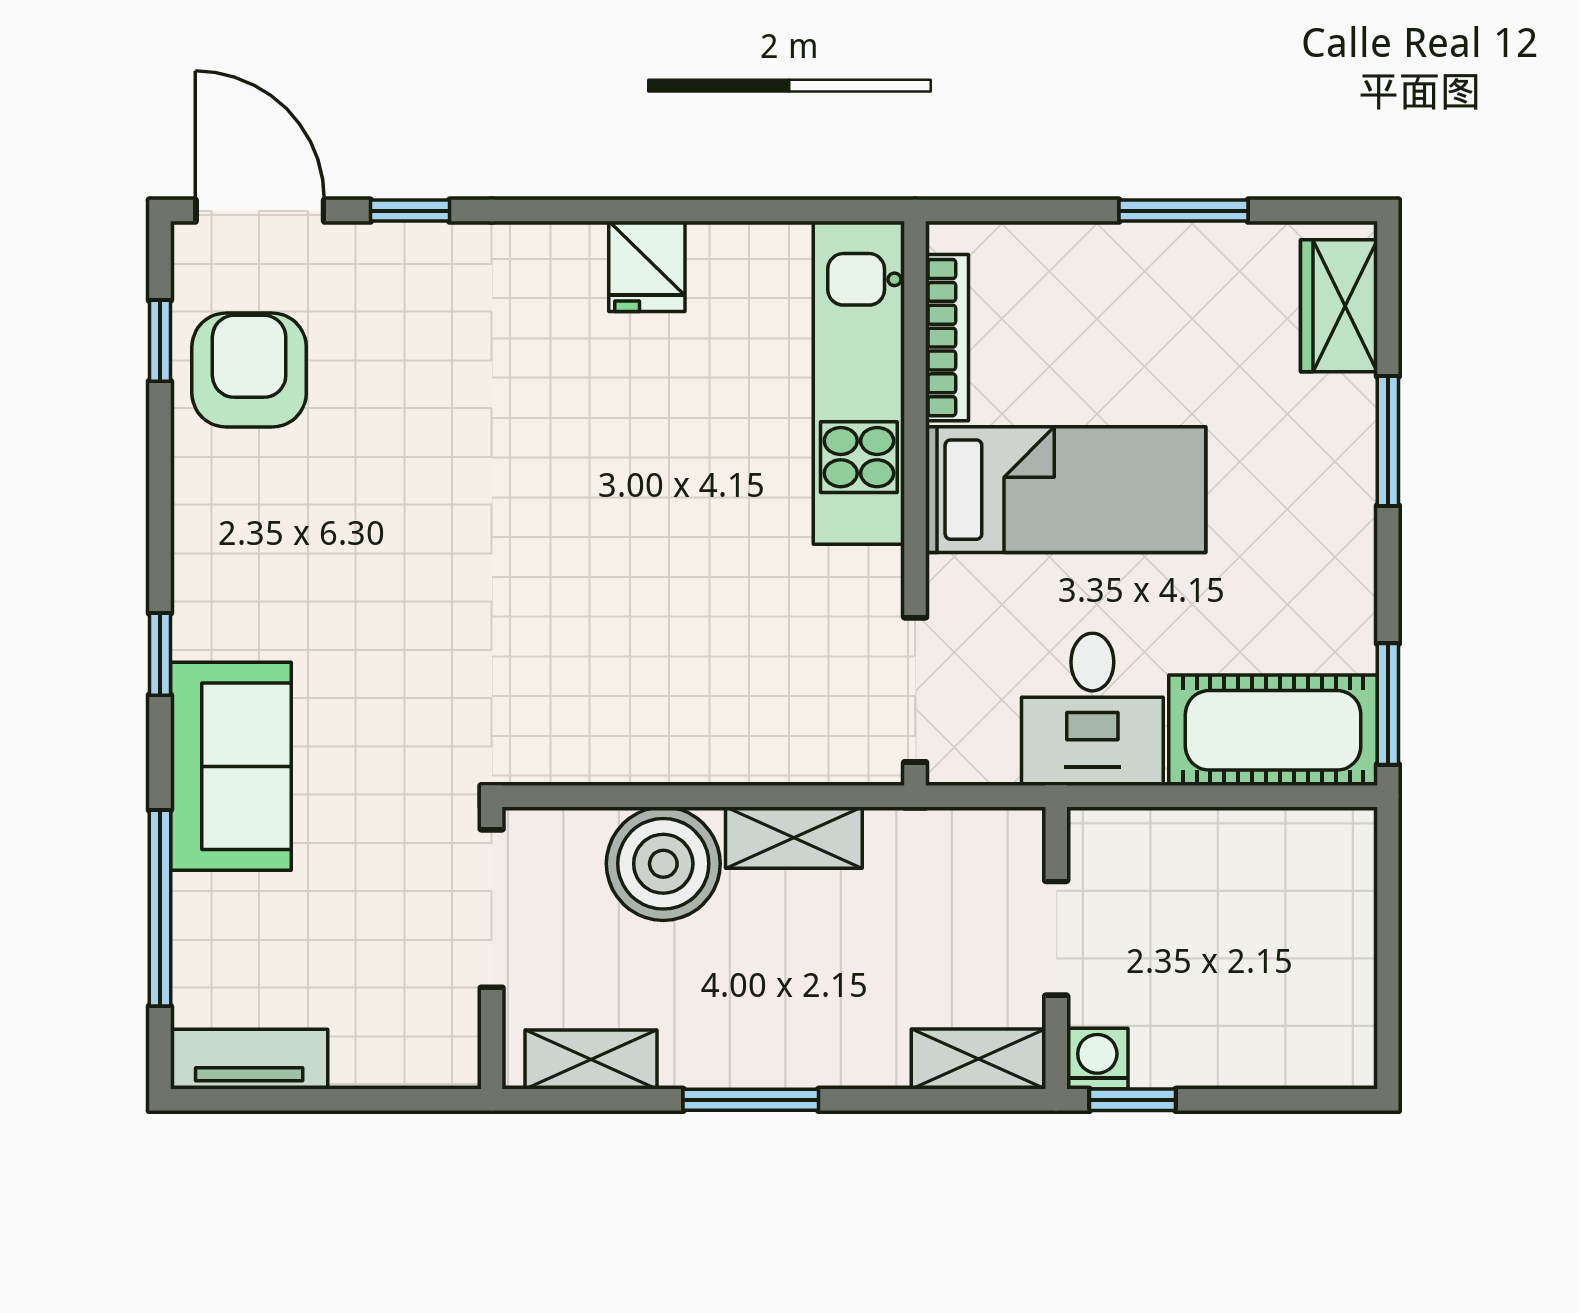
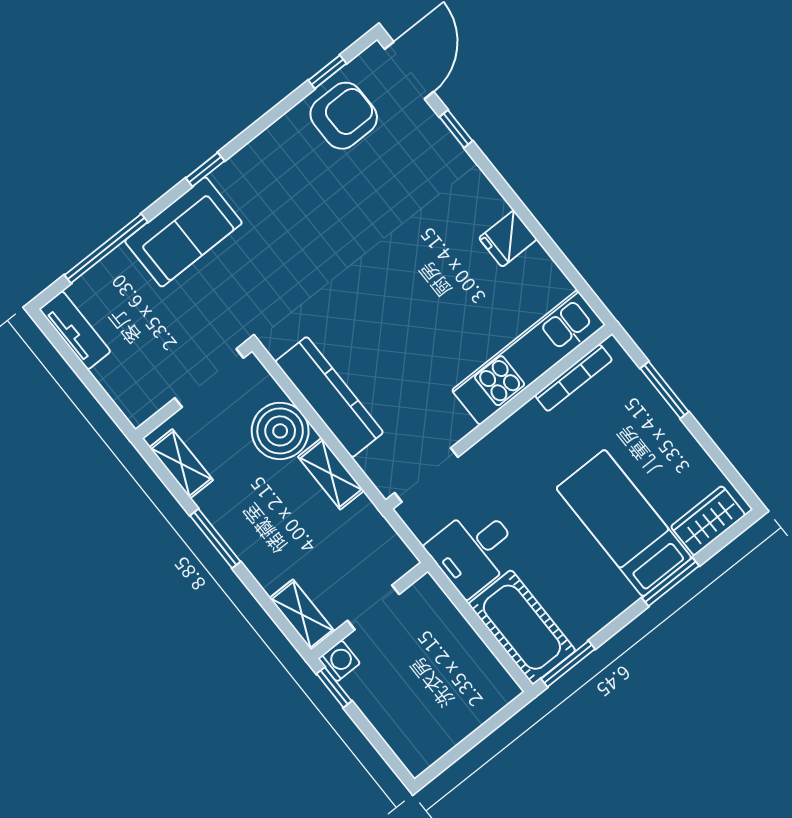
window: (1183, 211) -> (664, 390), moved
bed: (1066, 490) -> (624, 523), moved, turned 180
kitchen counter: (672, 744) -> (329, 397), added

